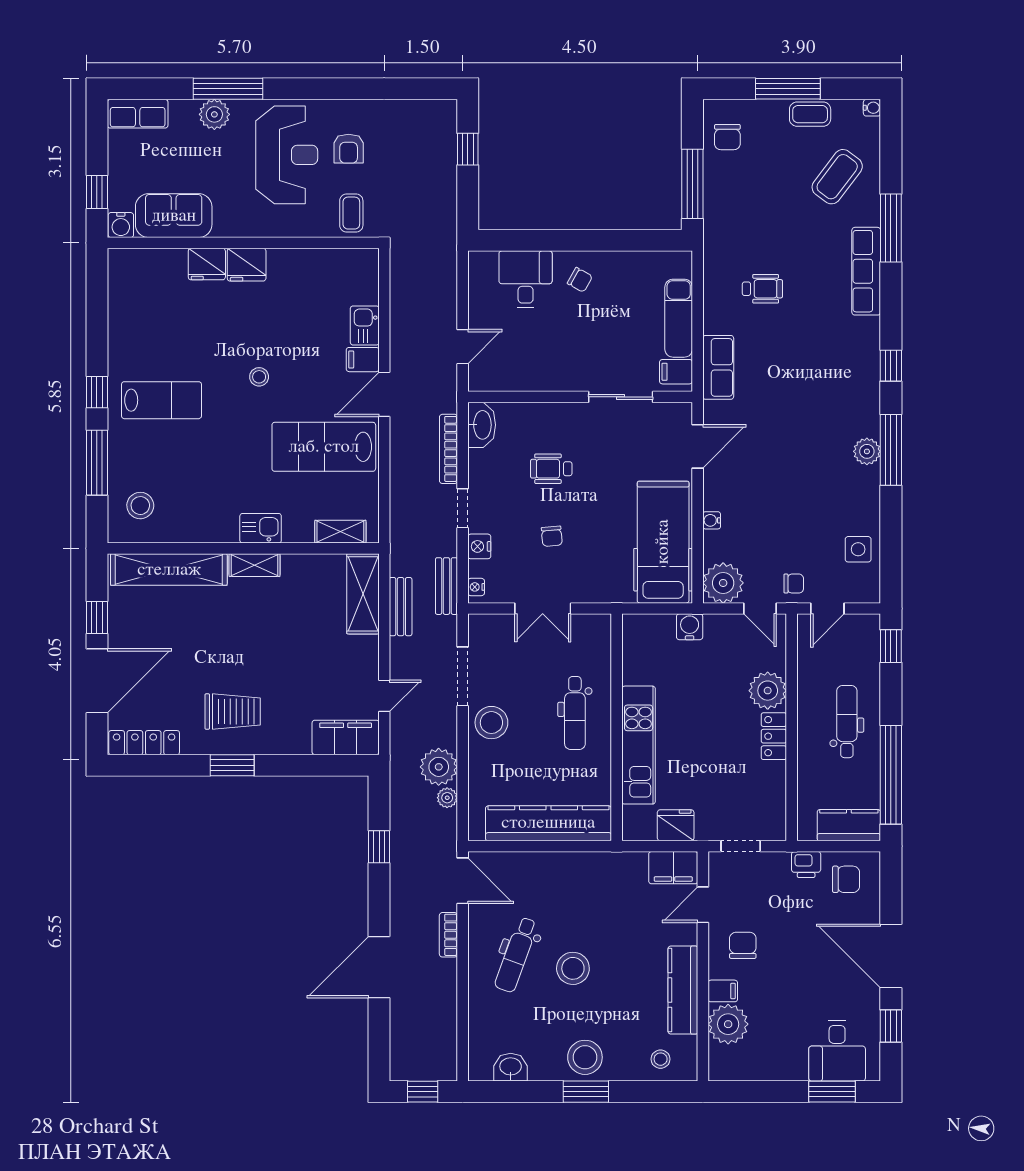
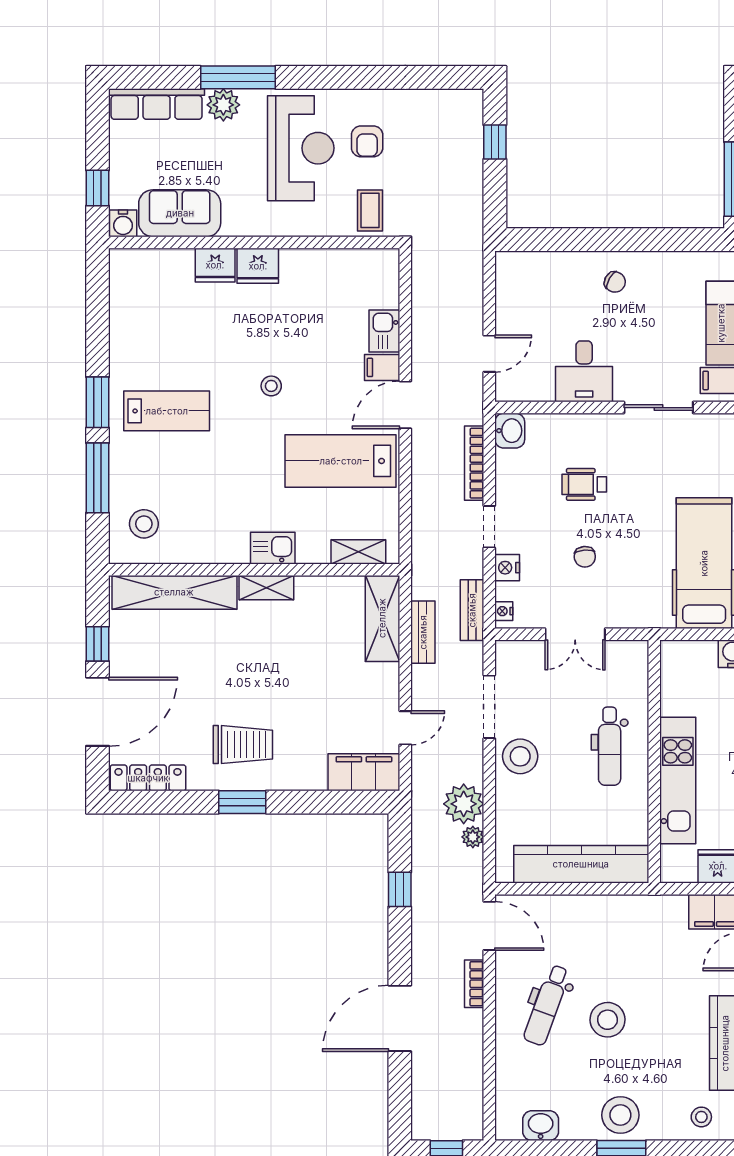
row of seats: (138, 114) -> (157, 104), width x1.48
desk: (526, 279) -> (584, 371), moved, turned 180
window: (97, 392) -> (97, 402), width x1.50
washbasin: (482, 425) -> (510, 431), width x0.72

